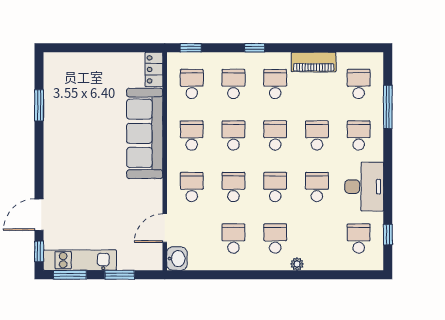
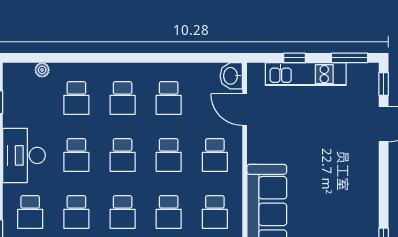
door: (165, 228) -> (245, 110), swing flipped
school desk: (359, 239) -> (76, 98), moved
kitchen unit: (80, 260) -> (306, 74), moved
plant: (297, 264) -> (42, 70), moved
window: (120, 275) -> (295, 58), width x0.67

